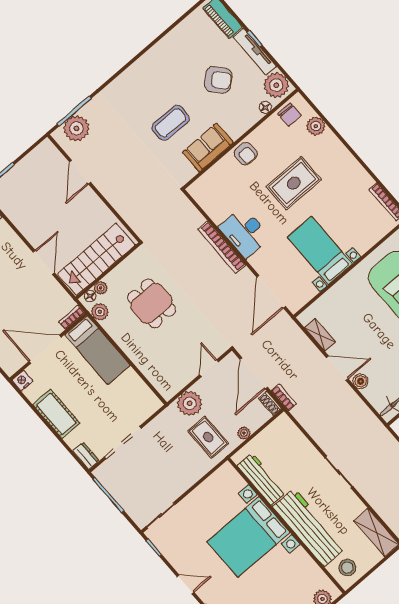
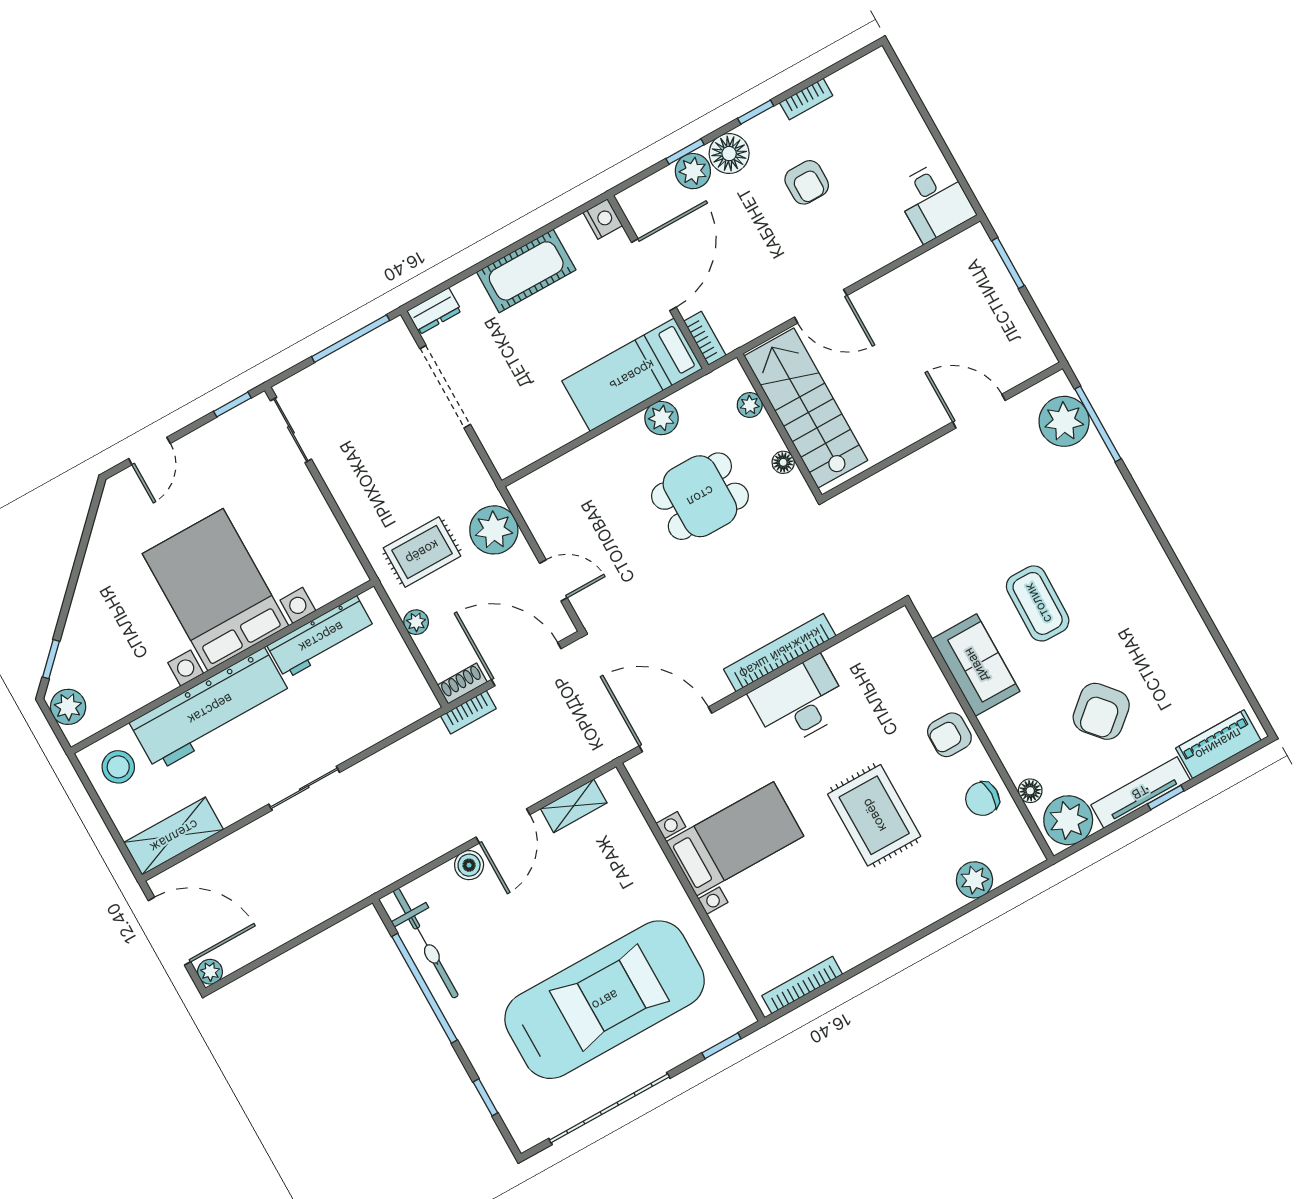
chair: (290, 115) -> (982, 799), moved
floor lamp: (90, 296) -> (783, 462), moved
plant: (100, 312) -> (661, 418), moved

